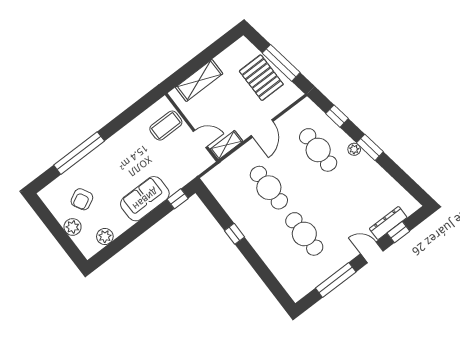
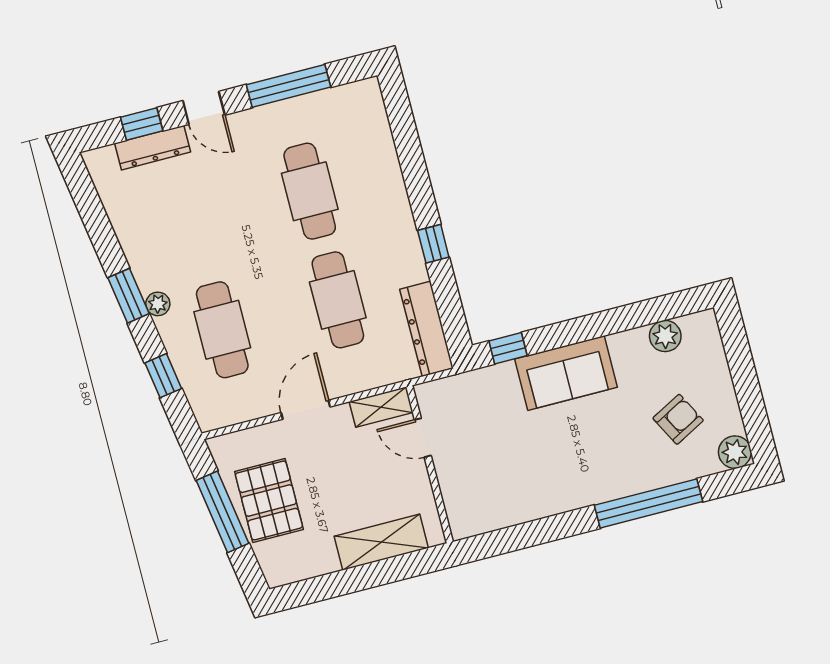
coffee table: (166, 126) -> (474, 487), removed
dresser: (221, 192) -> (427, 329), added
plant: (73, 227) -> (735, 452), moved

